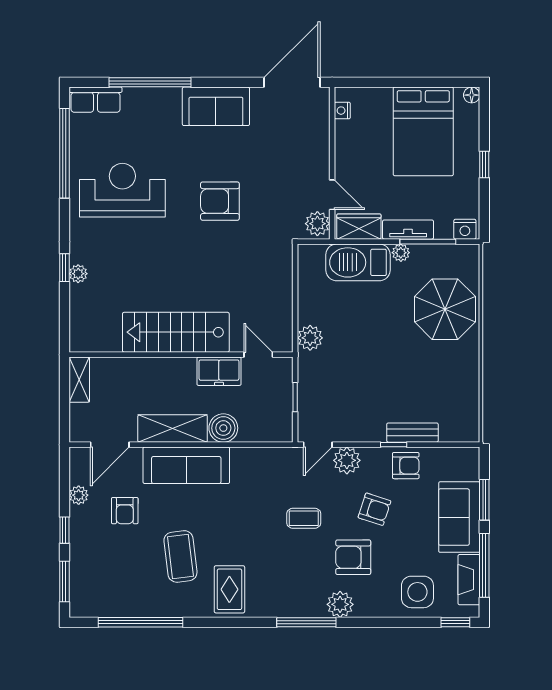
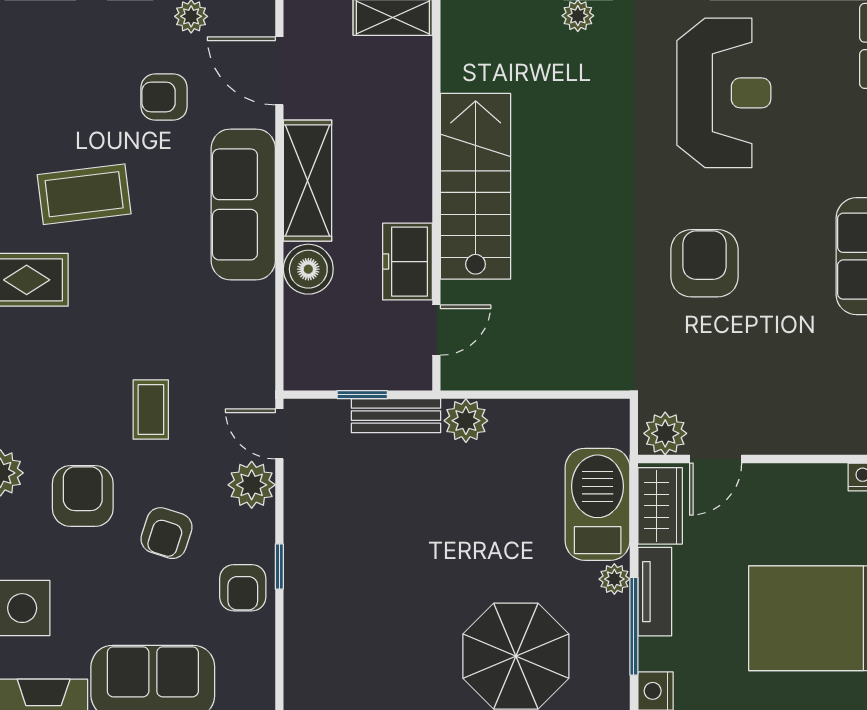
bench: (412, 433) -> (396, 416), moved, turned 90

